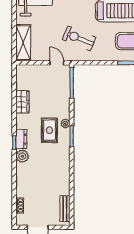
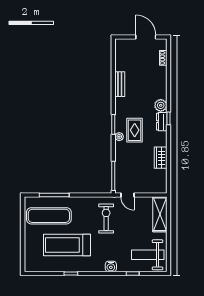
exercise bike: (79, 38) -> (106, 218), turned -112
bench: (65, 209) -> (120, 84), moved

